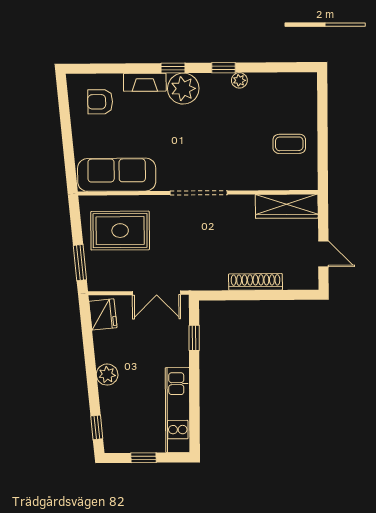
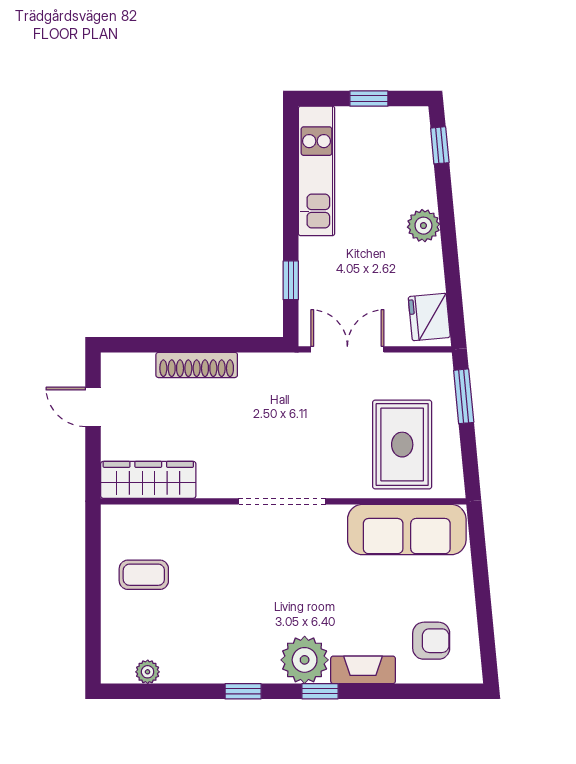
plant: (239, 80) -> (148, 672), moved
rug: (120, 231) -> (402, 445), turned 90

